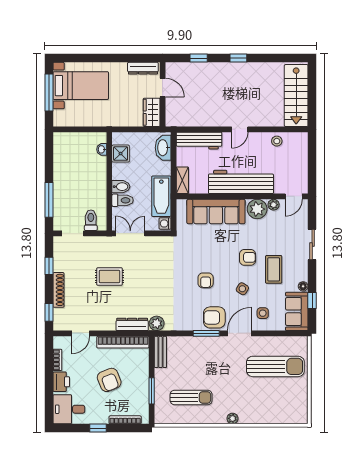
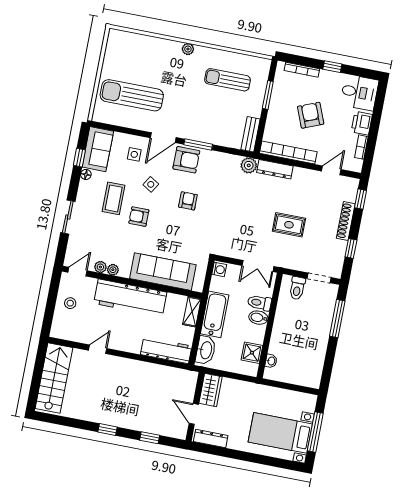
door: (240, 129) -> (98, 349), moved
stool: (277, 141) -> (70, 303), moved
bathtub: (161, 196) -> (215, 314), moved
plant: (257, 209) -> (113, 270), width x0.53, depth x0.53

